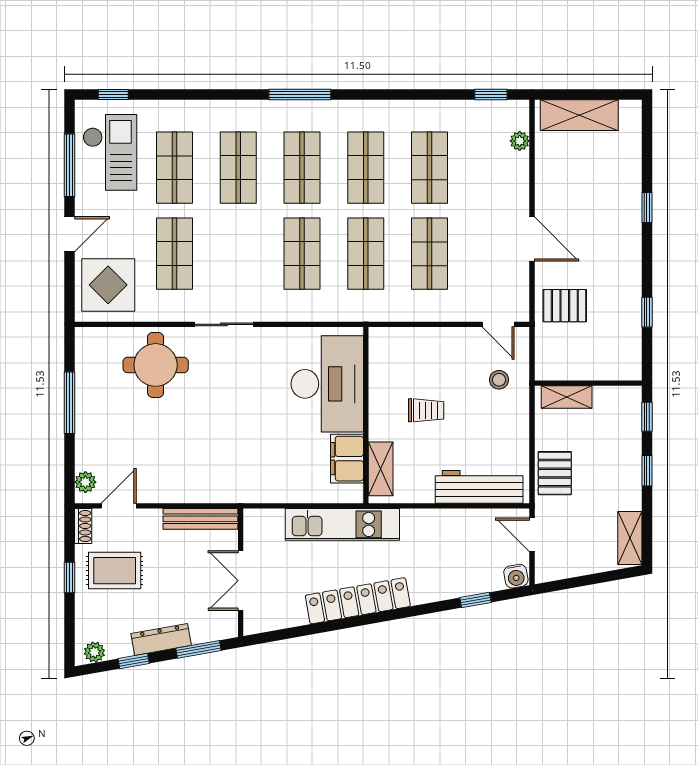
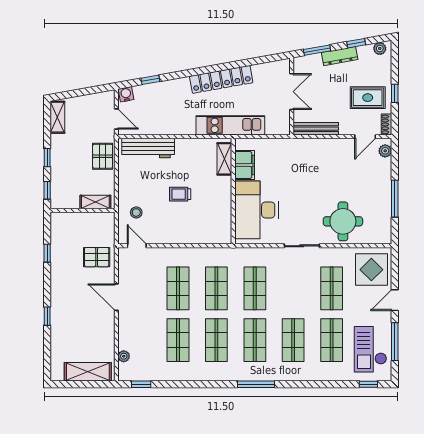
desk: (327, 384) -> (257, 210), moved
wall: (366, 415) -> (233, 191), moved
filing cabinet: (347, 459) -> (245, 165), moved
shelving: (381, 469) -> (224, 159), moved

